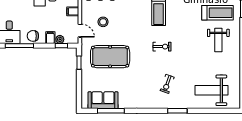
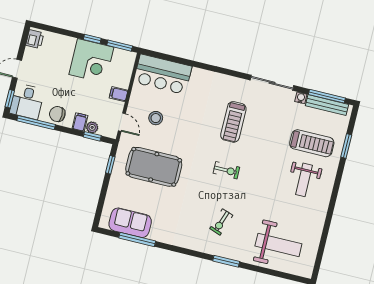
weight bench: (211, 90) -> (278, 245), turned 180

